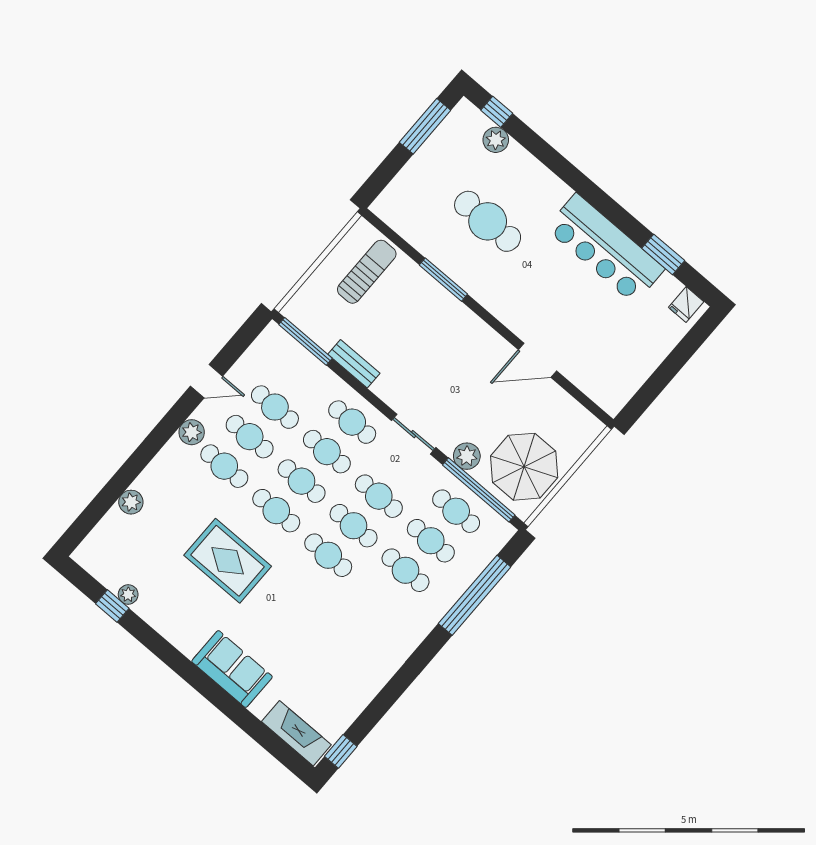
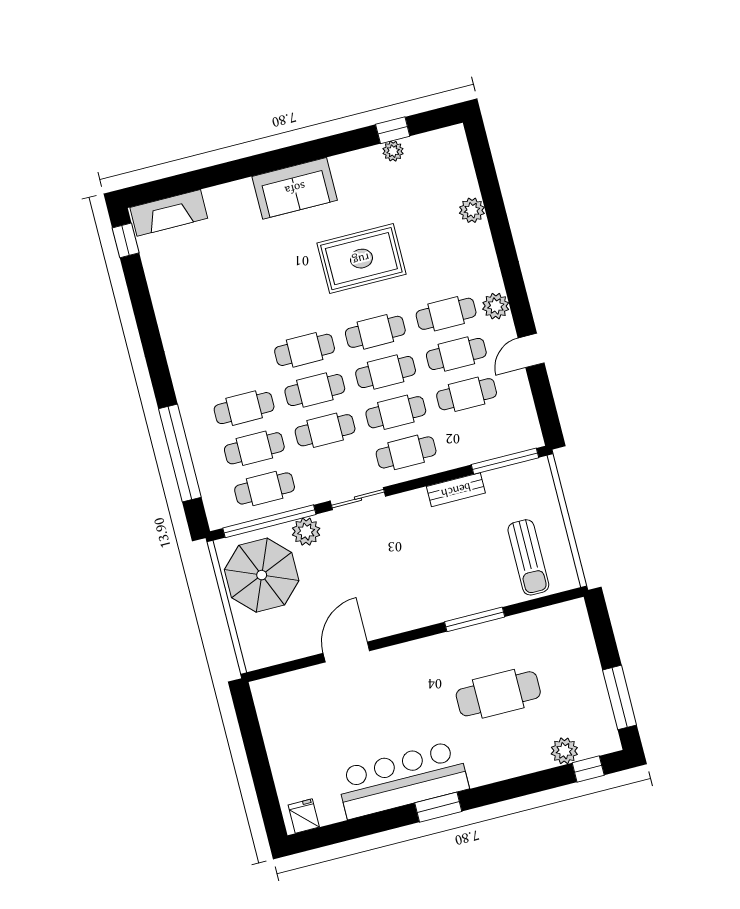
window: (663, 254) -> (438, 807), moved
sofa: (232, 669) -> (295, 188), moved

